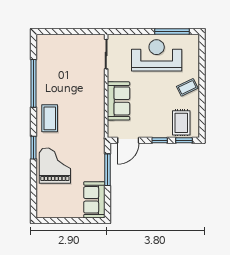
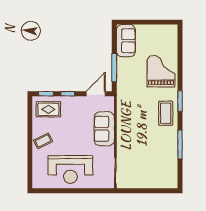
window: (172, 31) -> (57, 191), removed
window: (34, 83) -> (180, 144), width x0.68
rug: (181, 123) -> (48, 109), turned 90
window: (34, 148) -> (180, 101), moved
grand piano: (55, 166) -> (161, 71), turned 180

